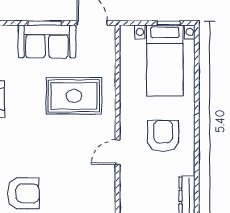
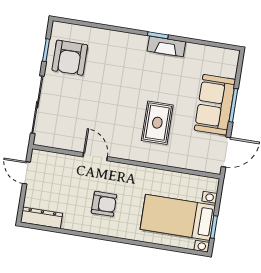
rug: (74, 96) -> (157, 123), width x0.73, depth x0.70
armchair: (163, 136) -> (104, 204), width x0.72, depth x0.72

